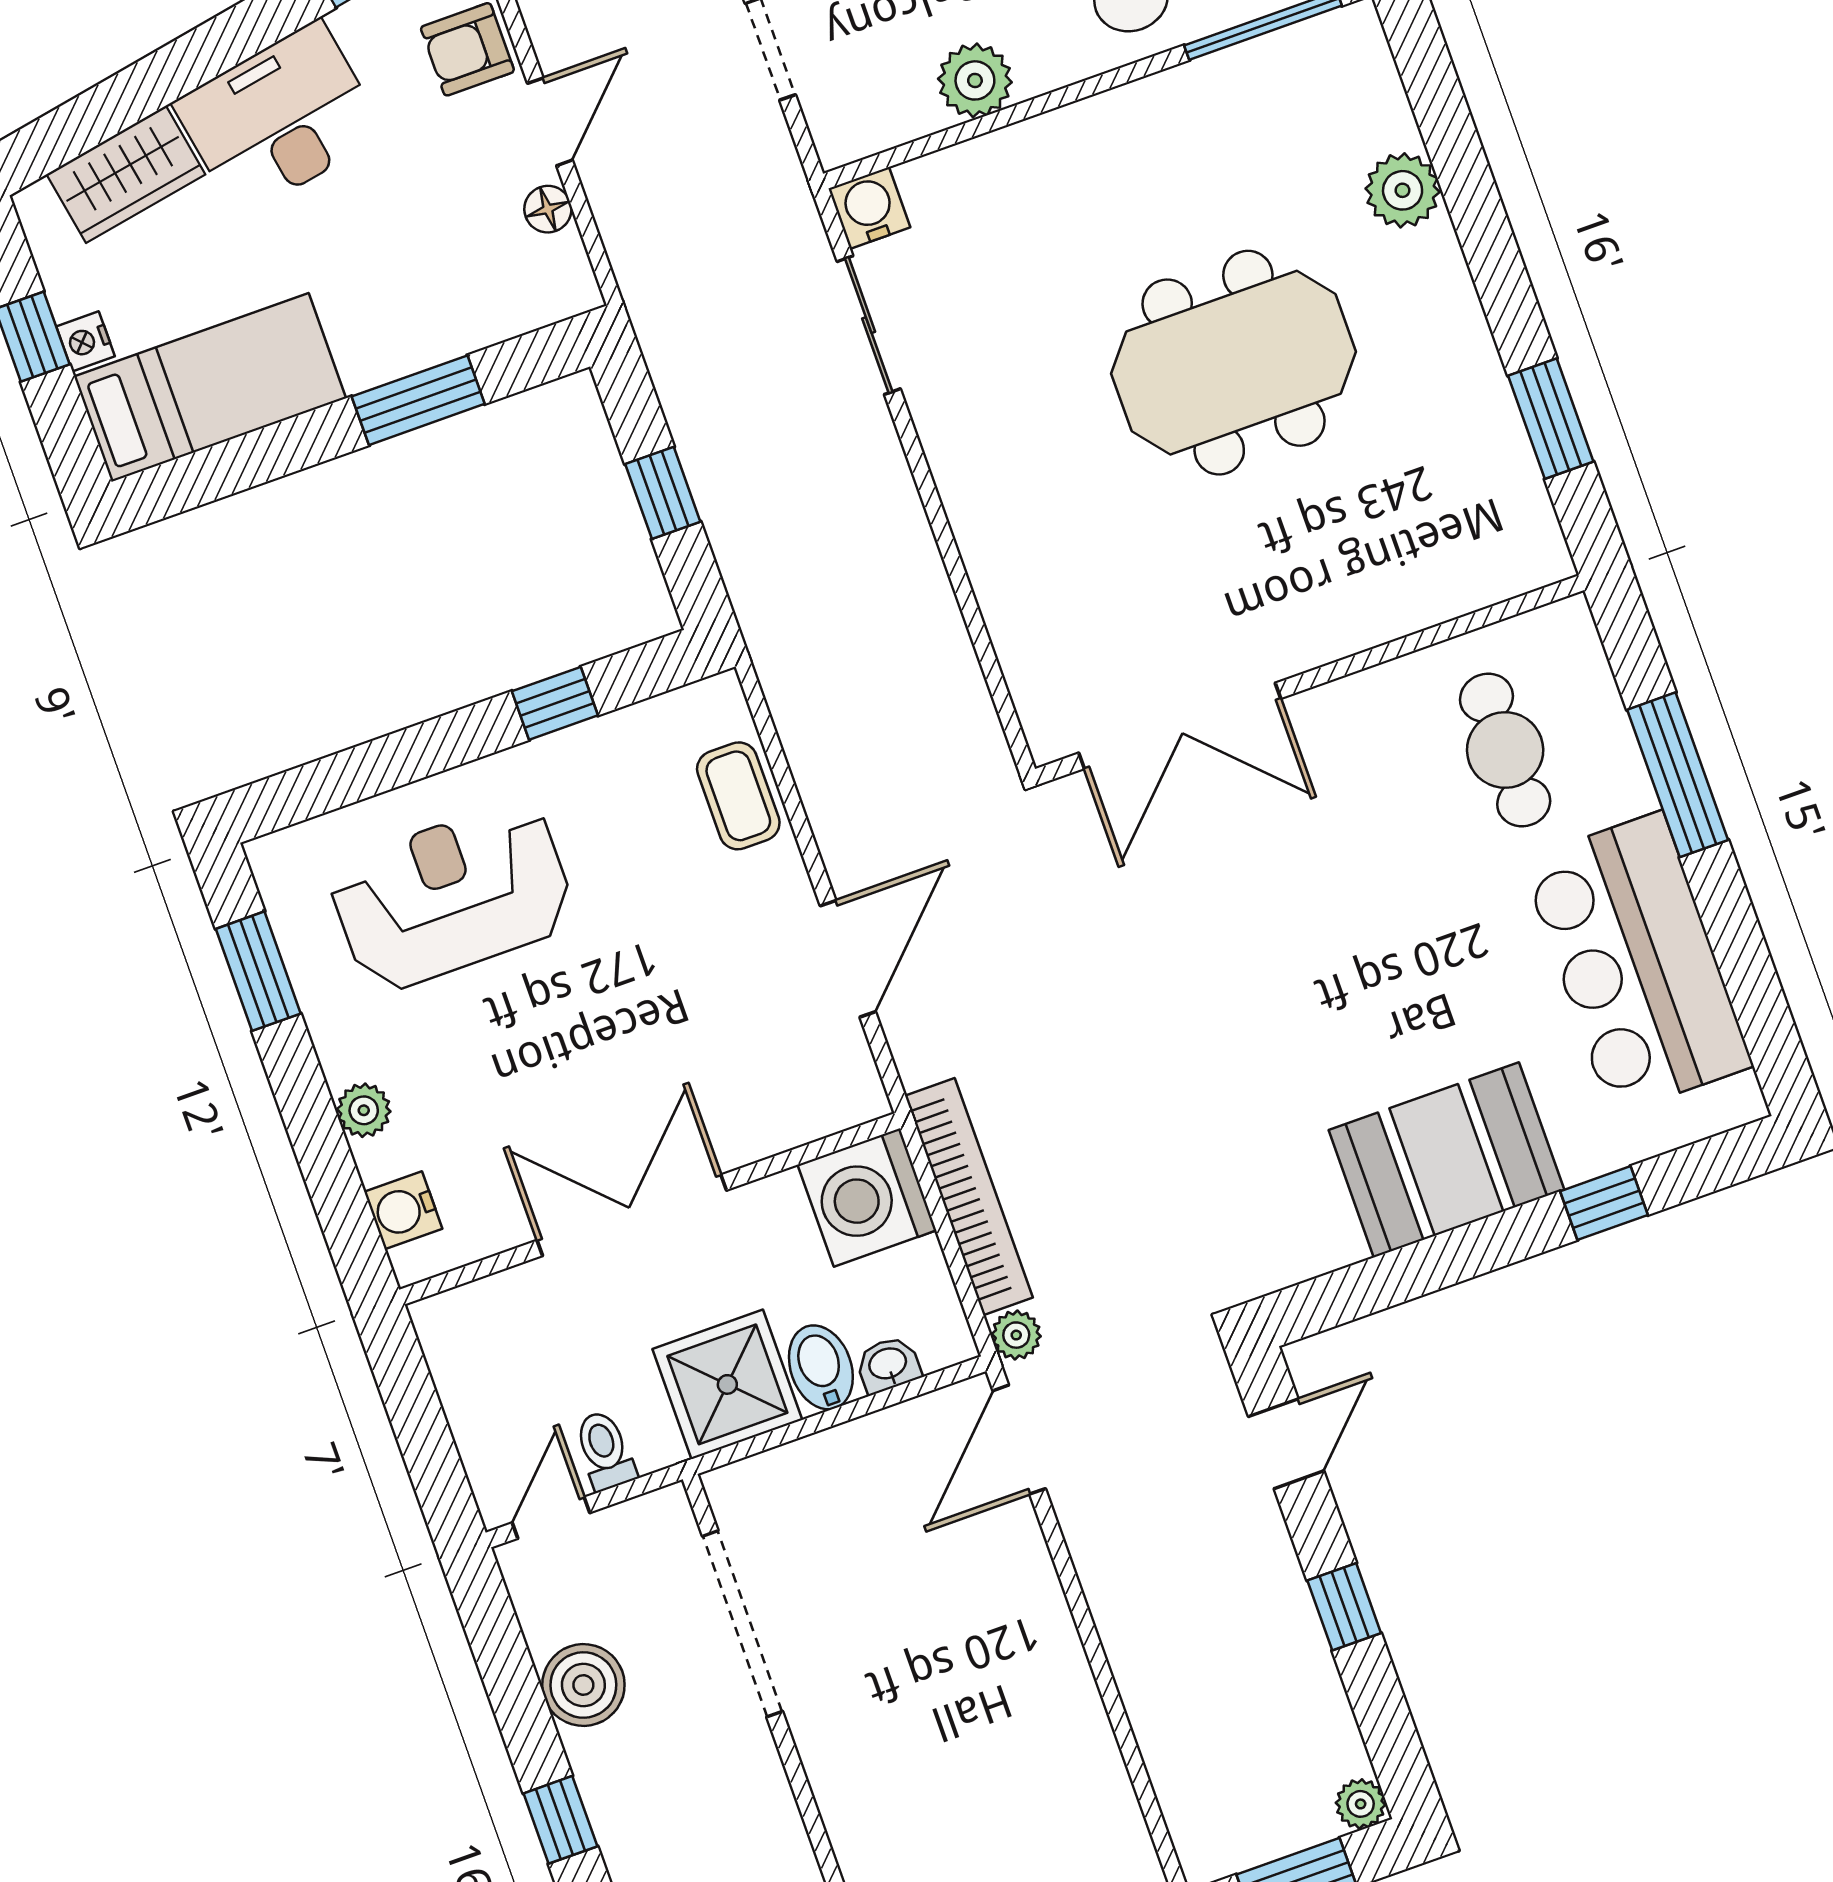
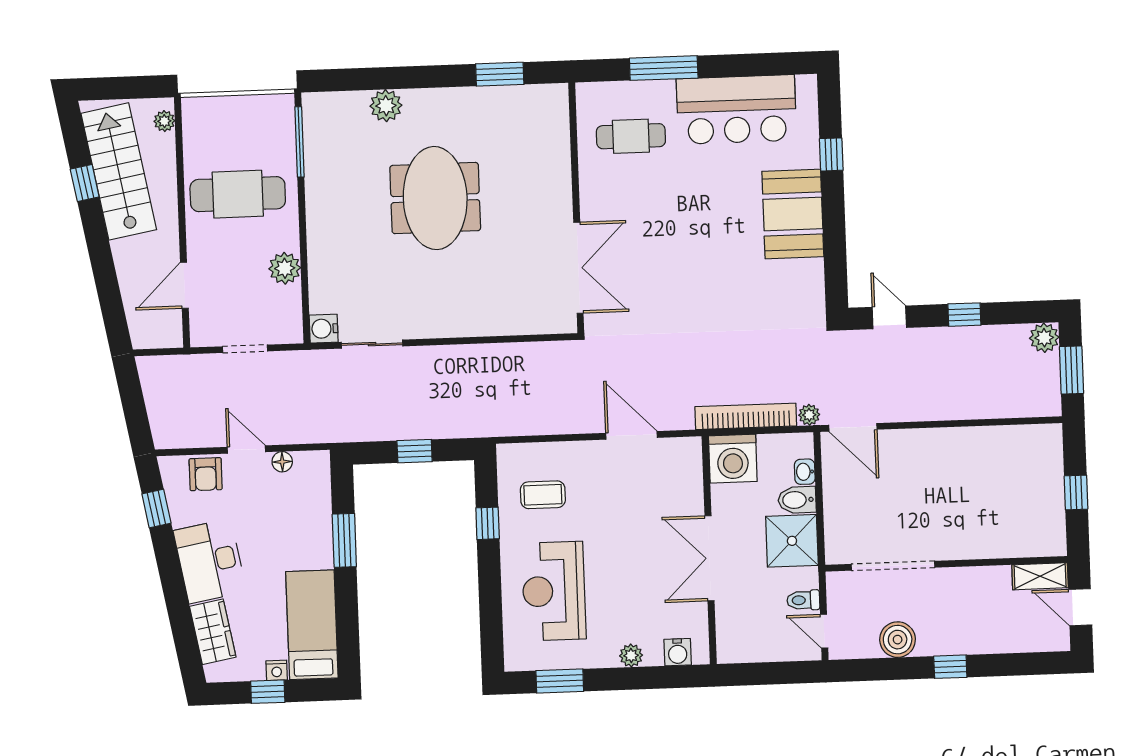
coffee table: (738, 796) -> (543, 495), moved
plant: (1361, 1804) -> (1044, 338), width x1.38, depth x1.38

